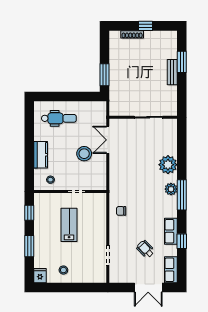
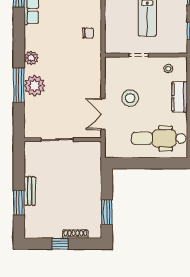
window: (105, 75) -> (107, 212), moved
dental chair: (59, 118) -> (159, 138), width x1.36, depth x1.38
double door: (108, 140) -> (103, 114), swing flipped
window: (182, 195) -> (19, 85), moved

